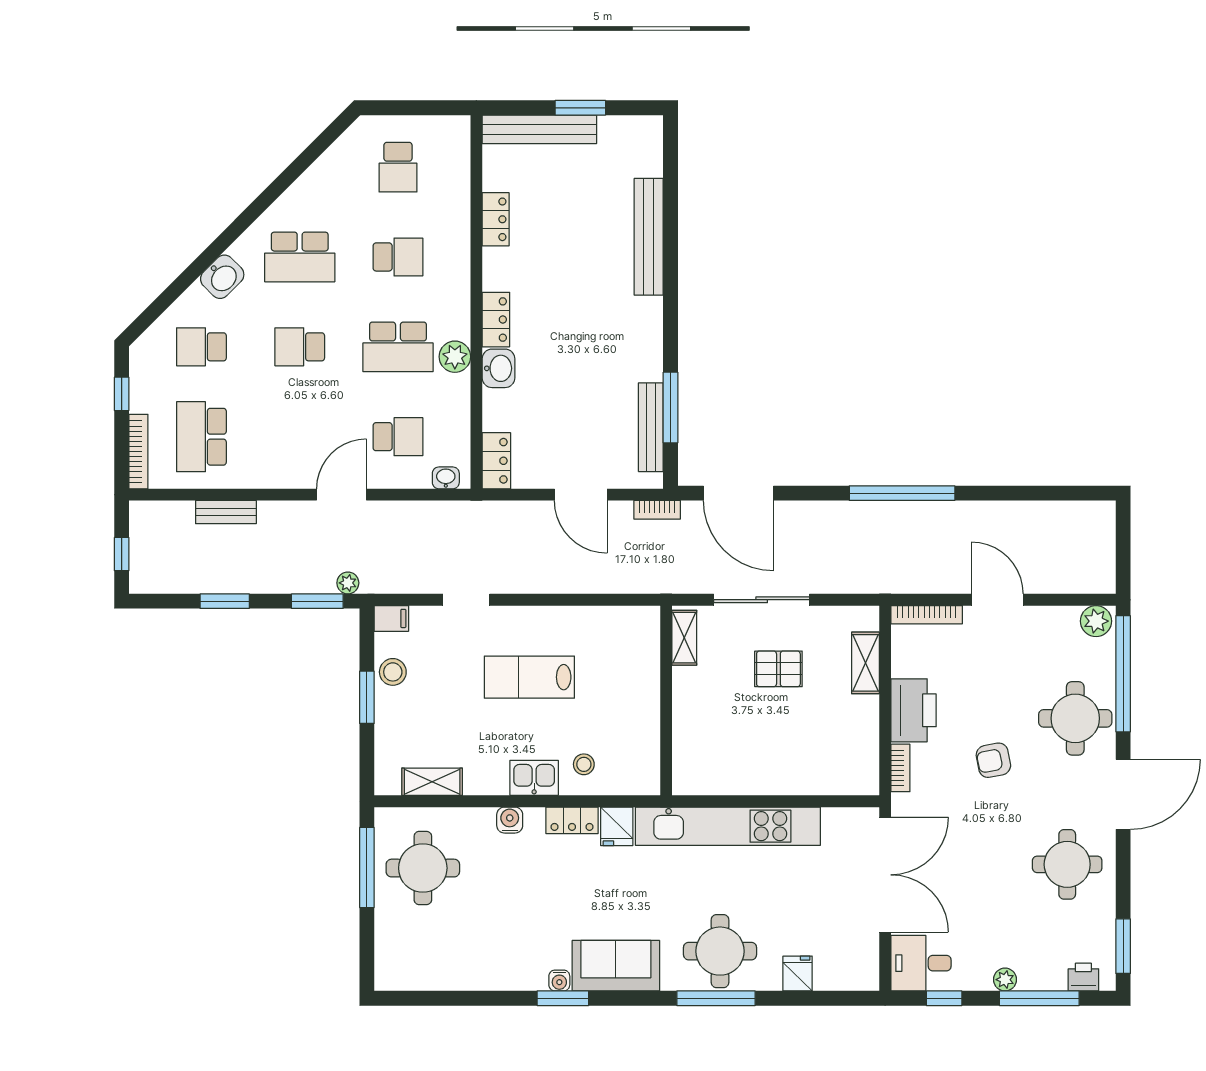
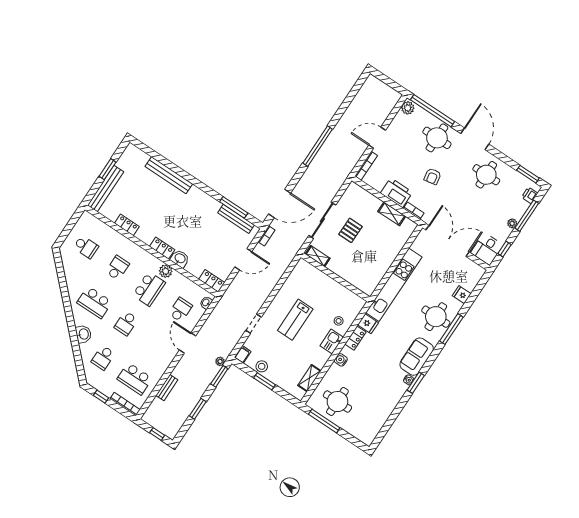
school desk: (300, 257) -> (95, 302), turned 90
shelving: (865, 663) -> (392, 214), moved

